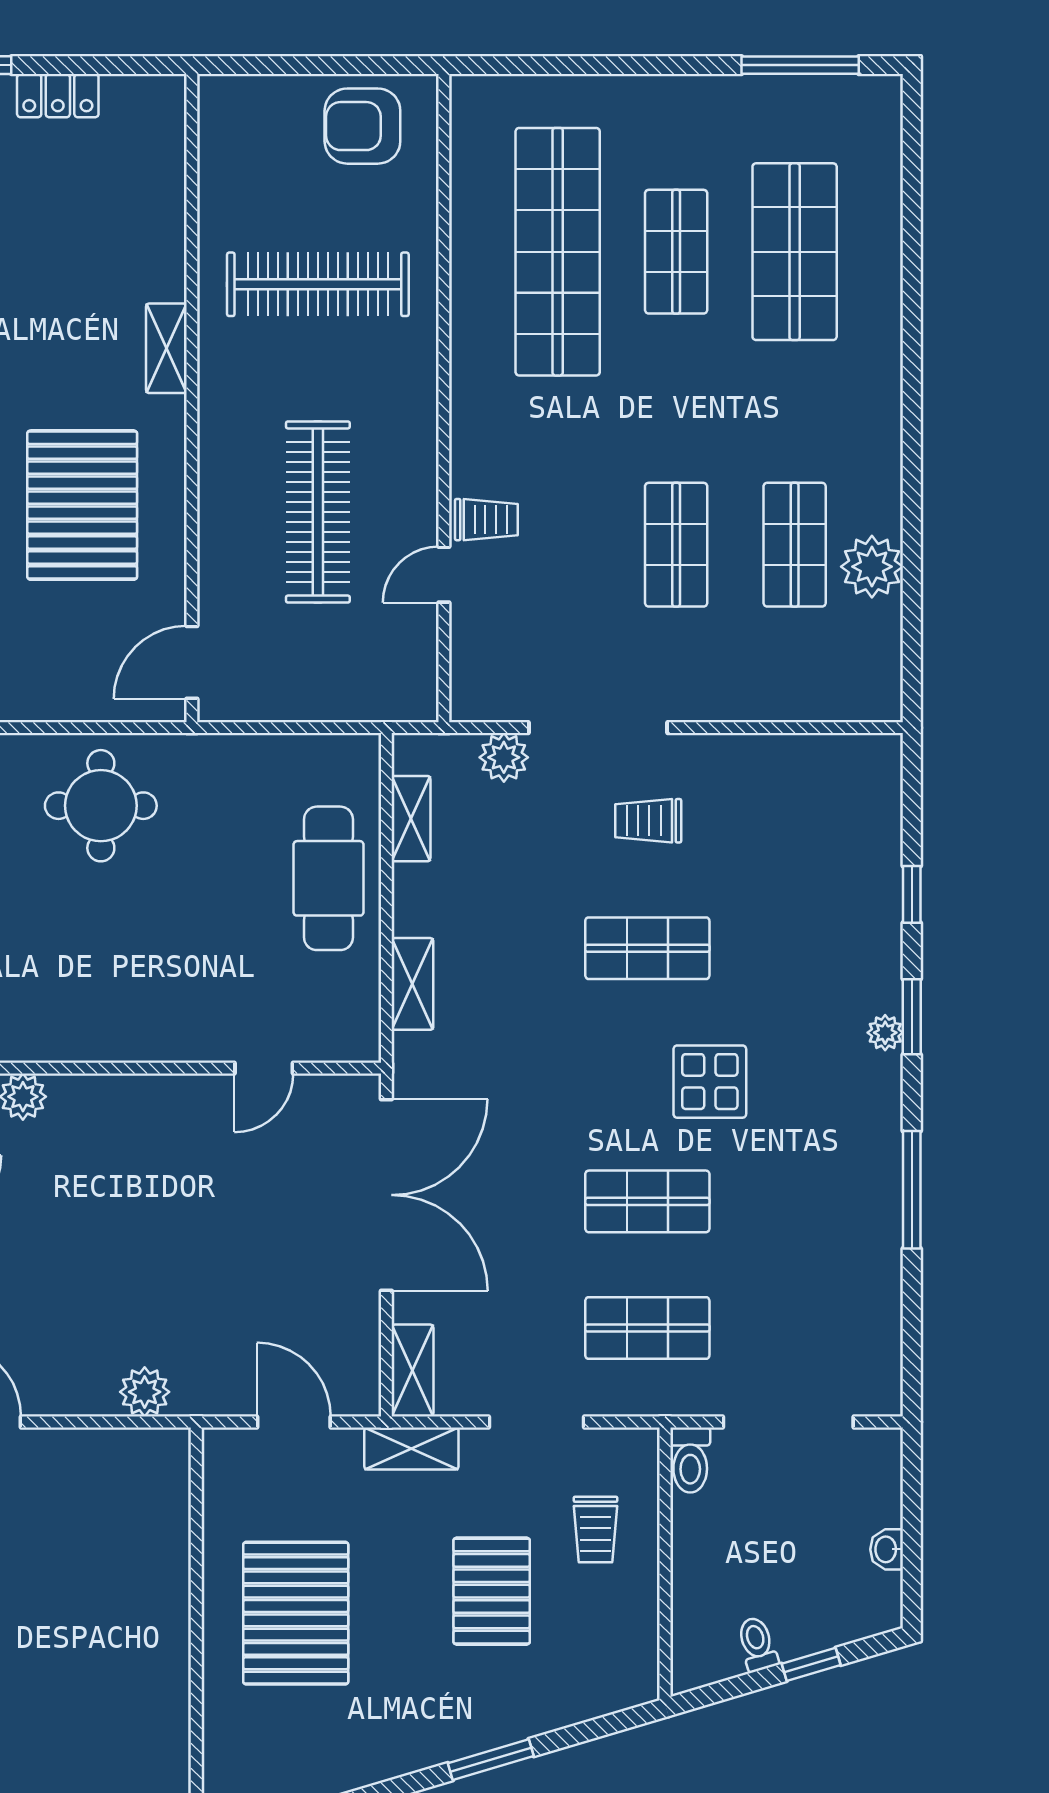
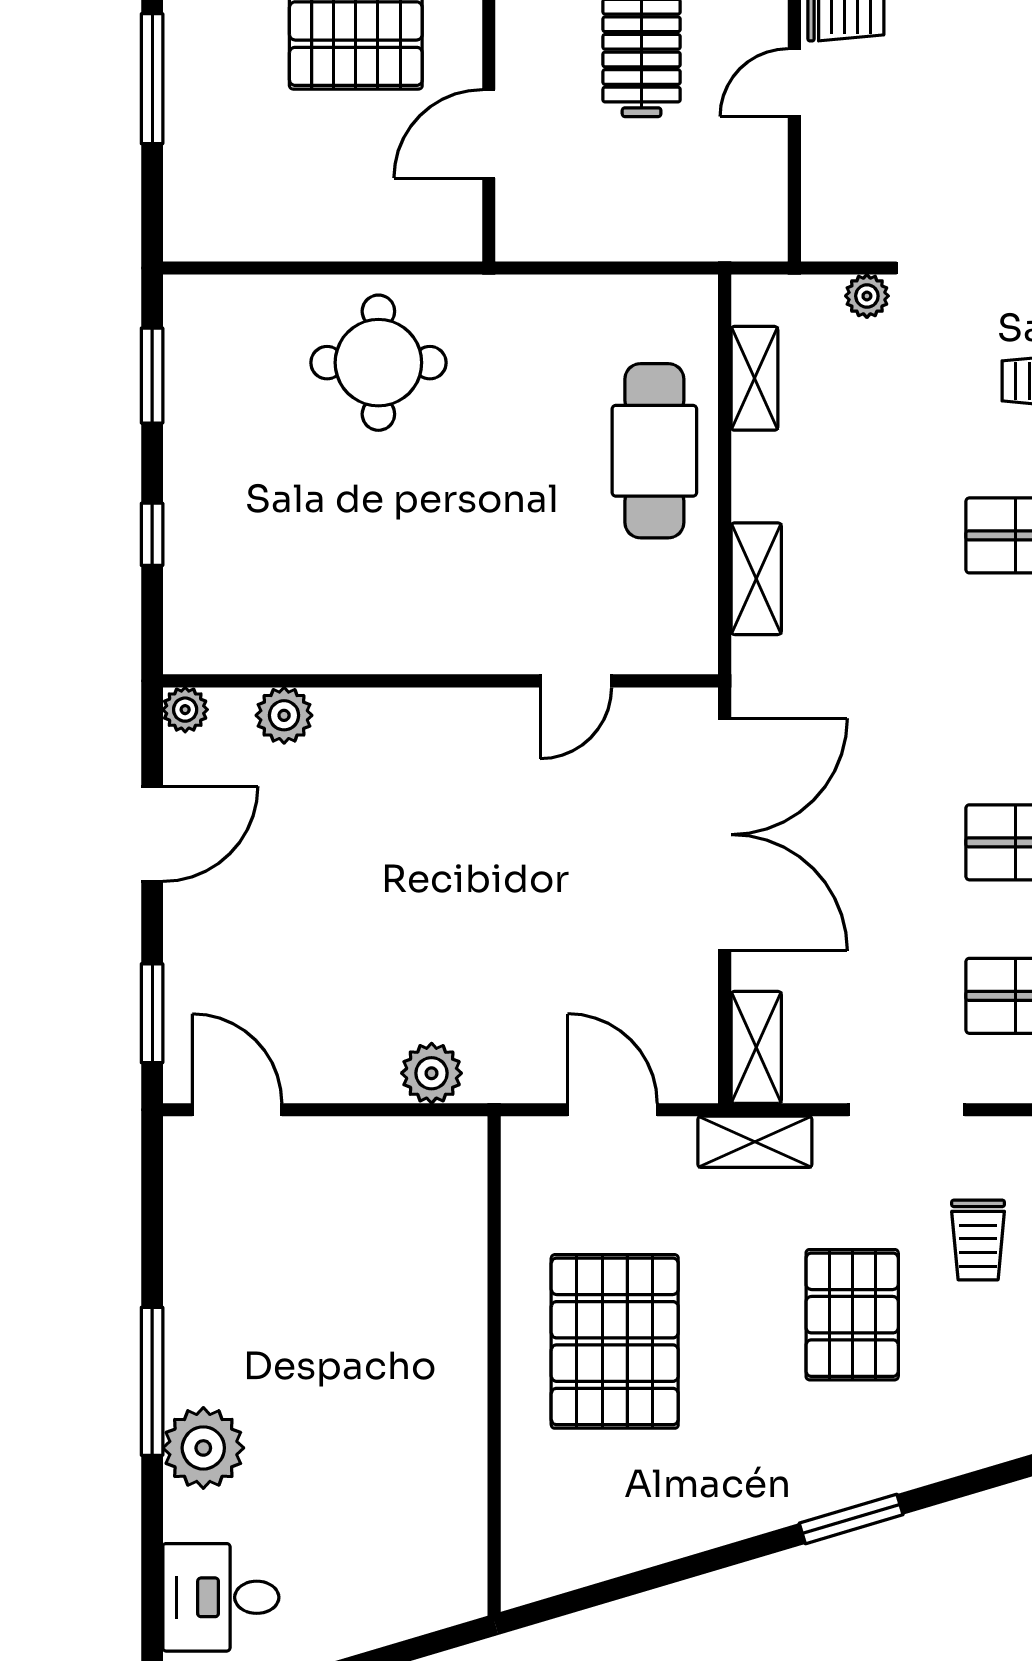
door: (192, 662) -> (489, 134), moved
plant: (504, 757) -> (867, 296), width x0.73, depth x0.73

